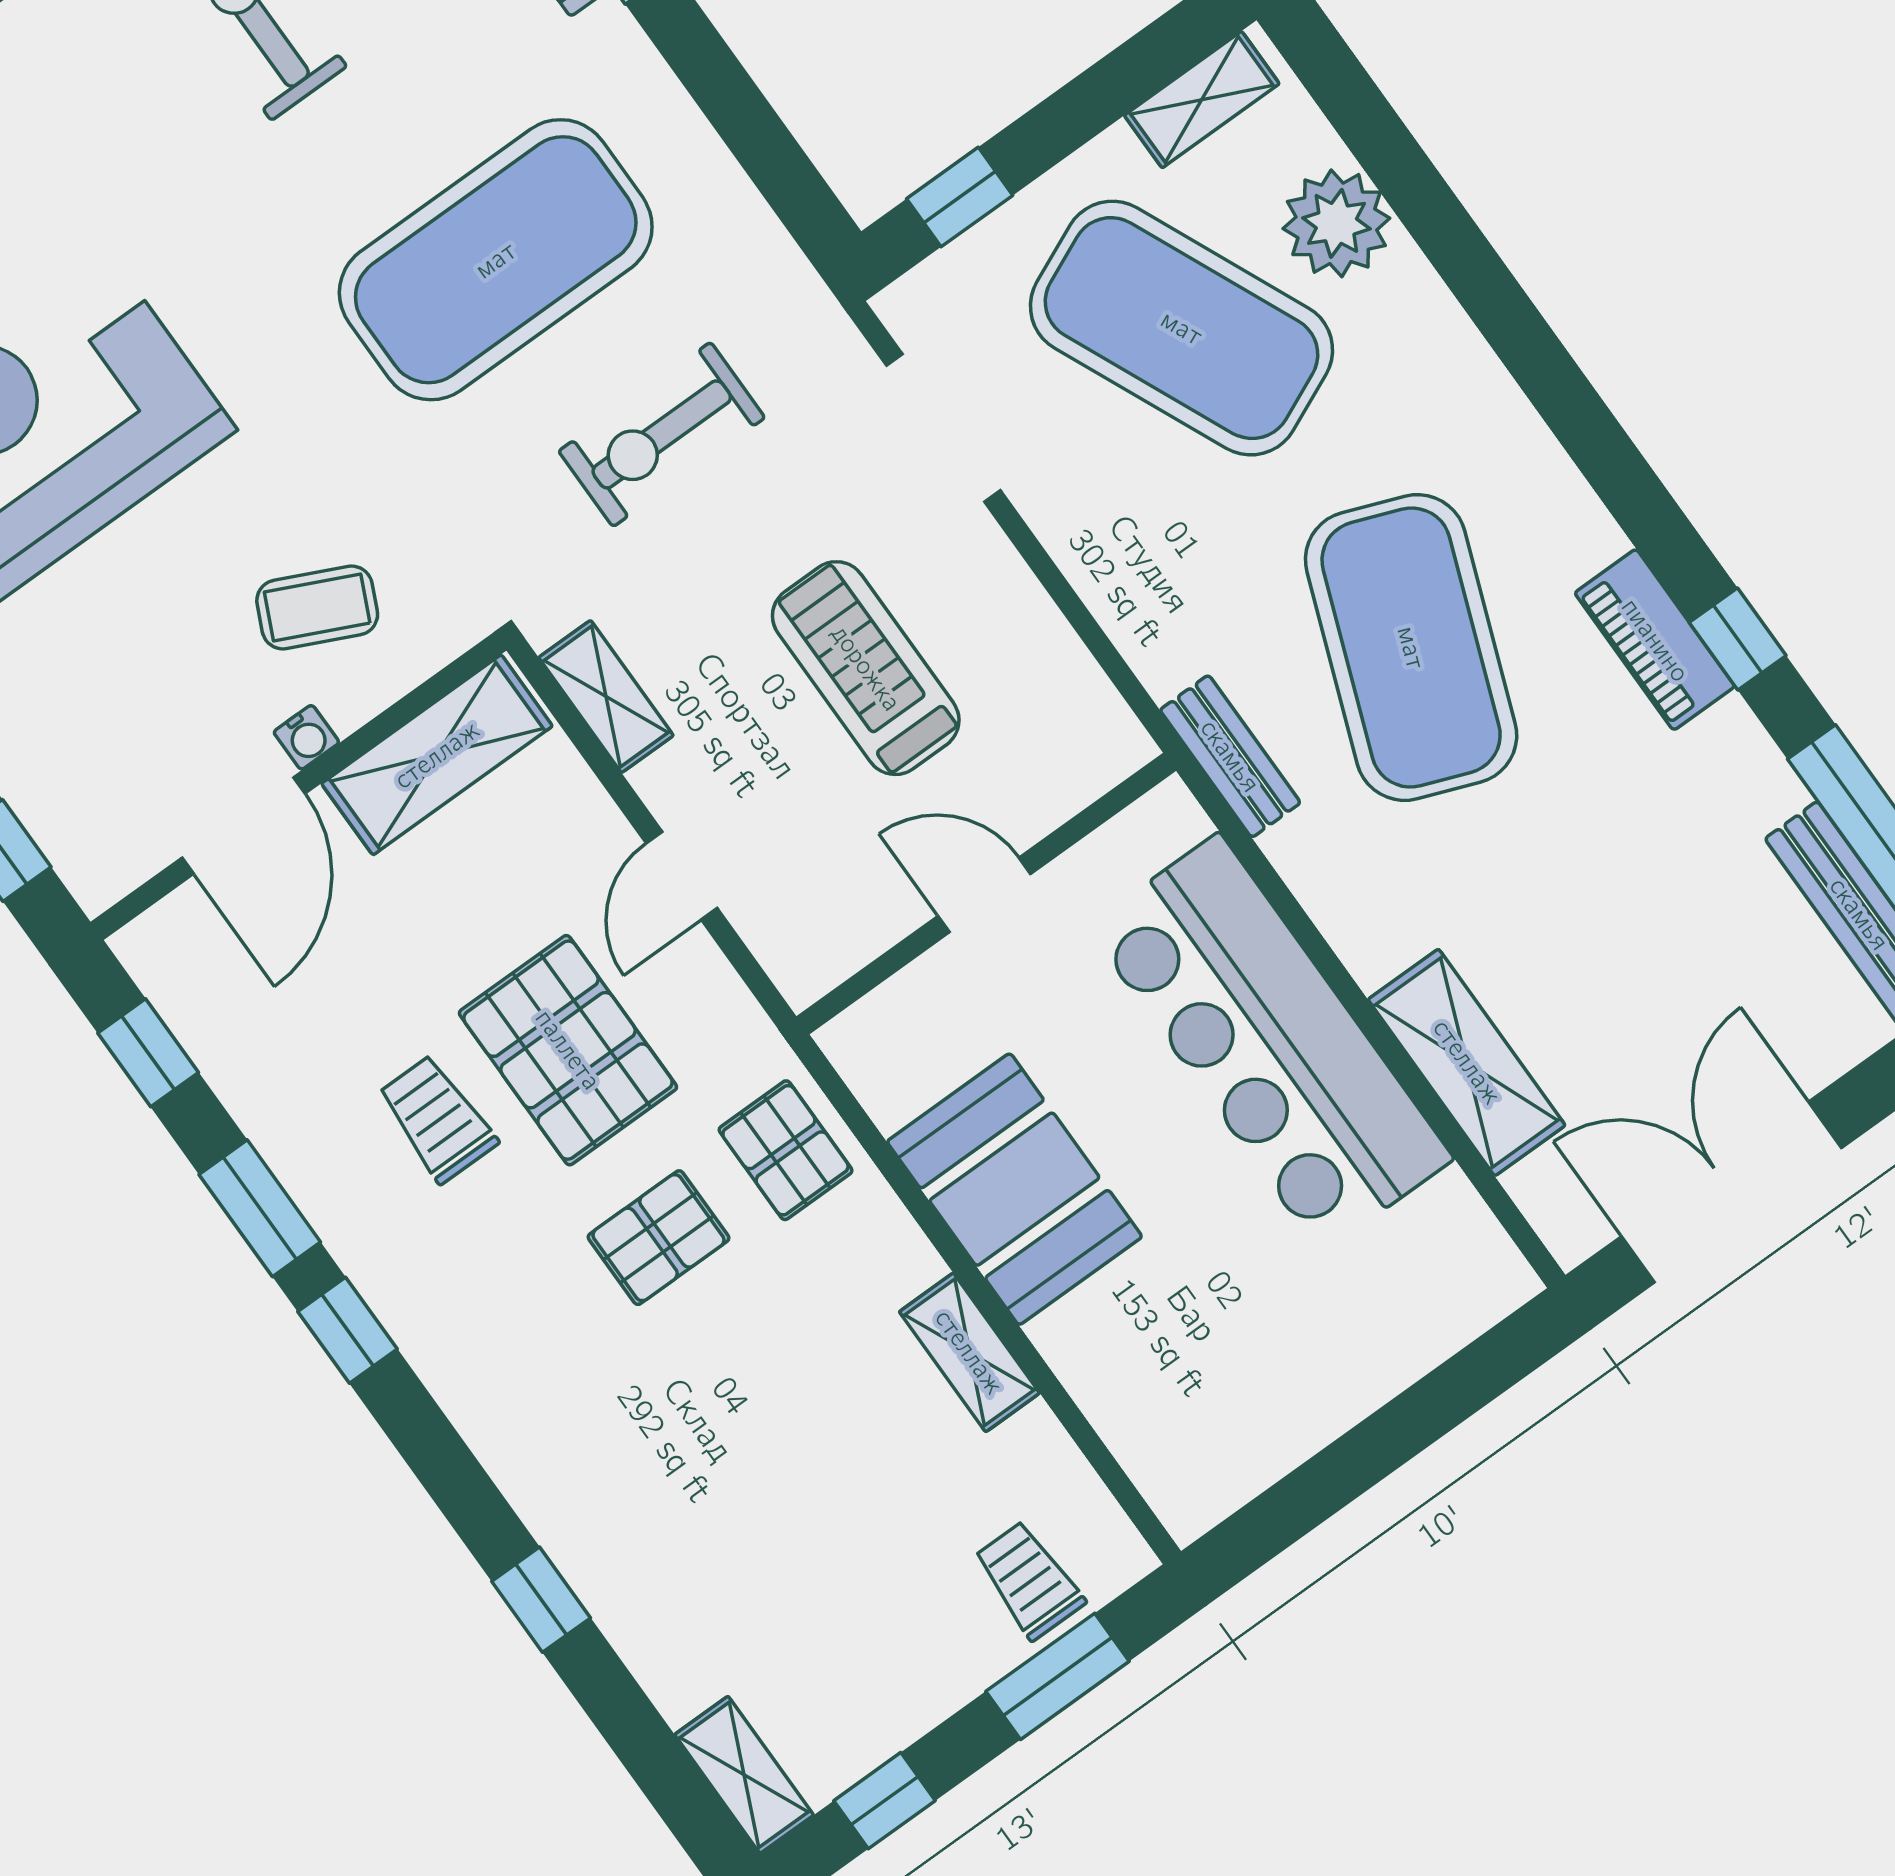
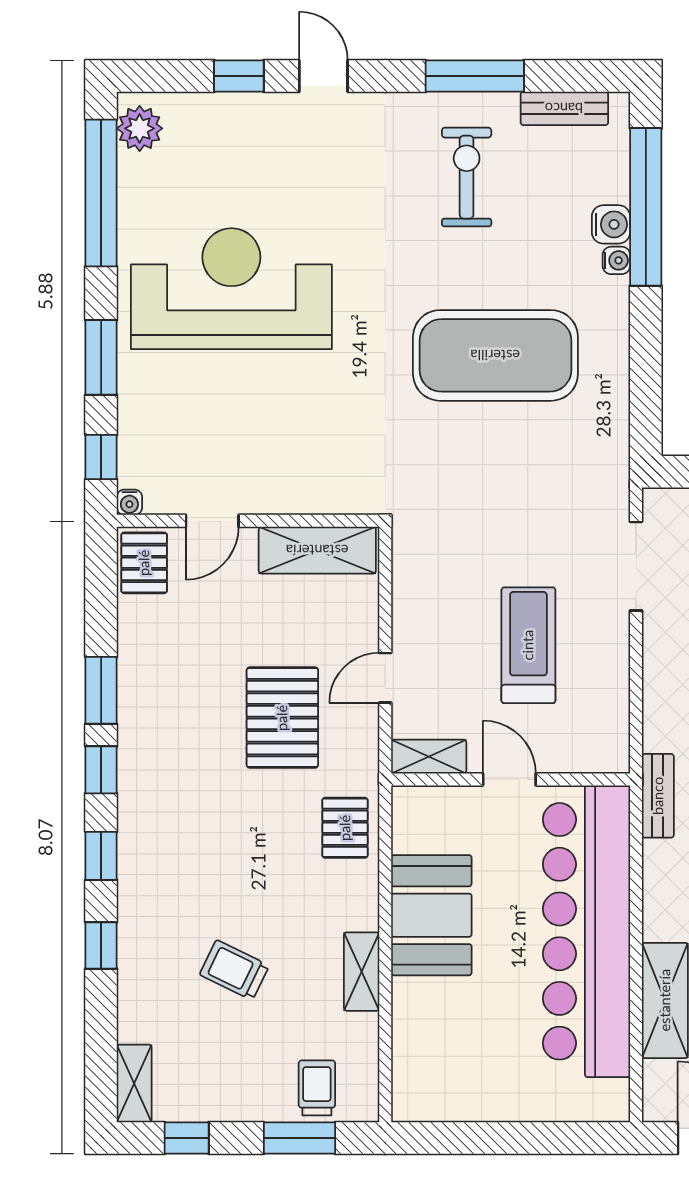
exercise bike: (662, 434) -> (513, 482), removed
coffee table: (317, 607) -> (311, 450), removed
shelving: (606, 696) -> (429, 757), moved, turned 90
water cooler: (306, 737) -> (129, 502), moved
door: (243, 826) -> (212, 521), width x0.73
bar counter: (1270, 1043) -> (587, 931), width x1.36
window: (148, 1053) -> (101, 856), moved
trolley: (437, 1119) -> (234, 970), moved, turned -64
pallet: (658, 1238) -> (144, 563), moved, turned 90

